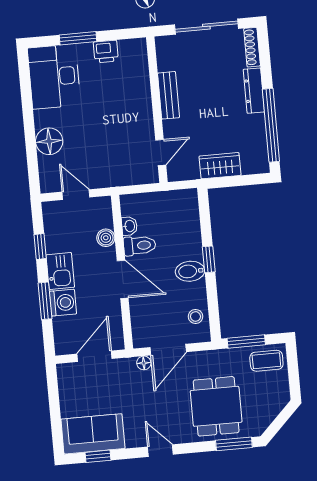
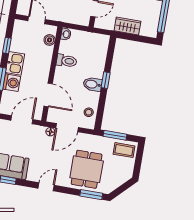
washbasin: (129, 226) -> (66, 34), moved
boiler: (106, 238) -> (50, 40), moved
door: (123, 279) -> (48, 95), moved
door: (160, 451) -> (46, 187), hinge flipped

